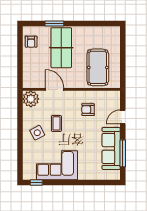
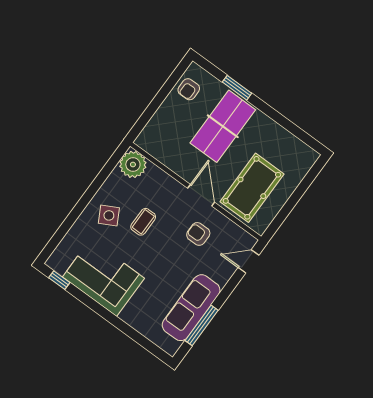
door: (55, 89) -> (201, 195), moved
door: (123, 117) -> (248, 261), moved

